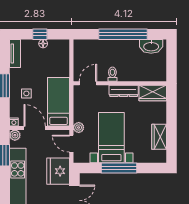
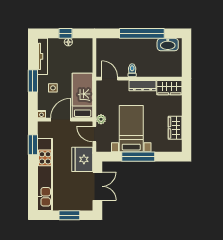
tv unit: (15, 53) -> (42, 56), width x1.41
door: (88, 83) -> (110, 79), hinge flipped
door: (35, 128) -> (61, 120), hinge flipped
plant: (15, 135) -> (42, 126), removed

